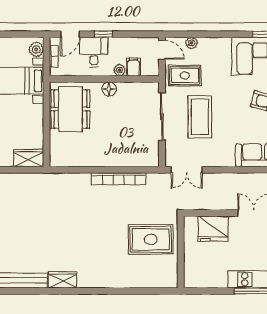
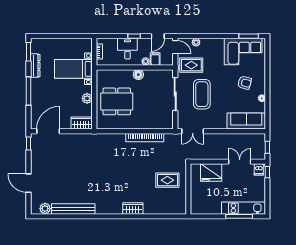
door: (70, 34) -> (158, 36), moved
plant: (36, 49) -> (87, 98), moved
dining table: (70, 109) -> (117, 101), moved, turned 90
rug: (151, 239) -> (167, 180), width x0.73, depth x0.70
wardrobe: (63, 280) -> (133, 208), moved

